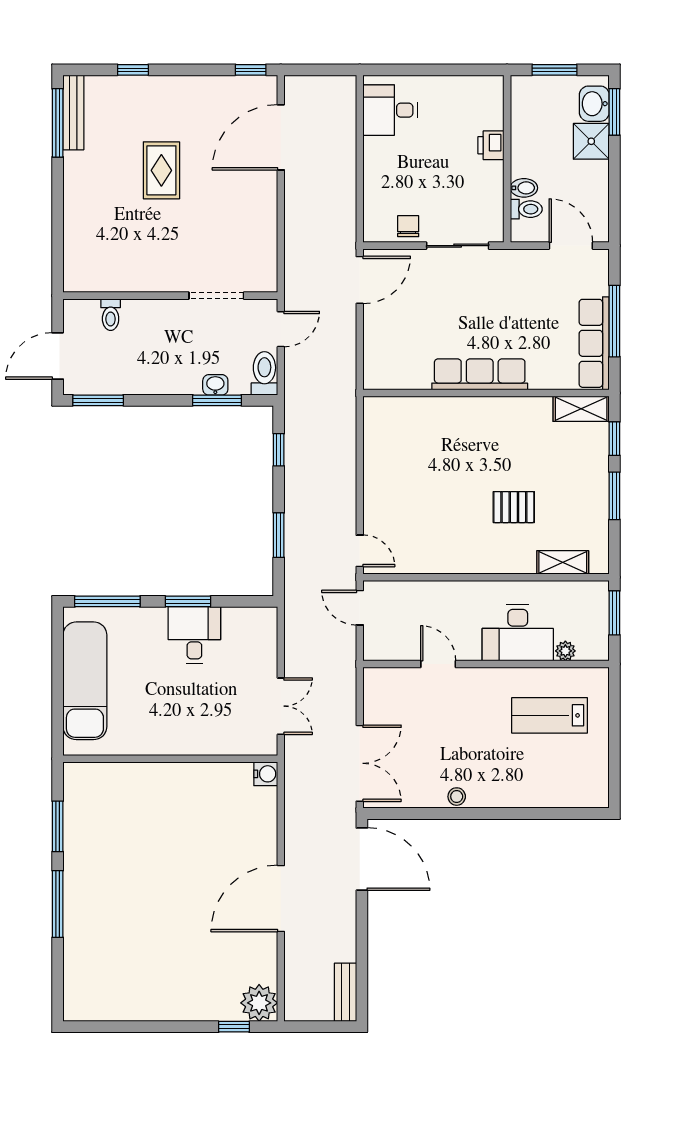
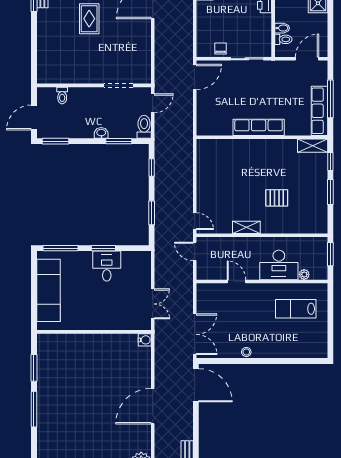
door: (571, 246) -> (307, 59), hinge flipped
washbasin: (215, 385) -> (101, 133), moved
shelving: (563, 562) -> (246, 227), moved

